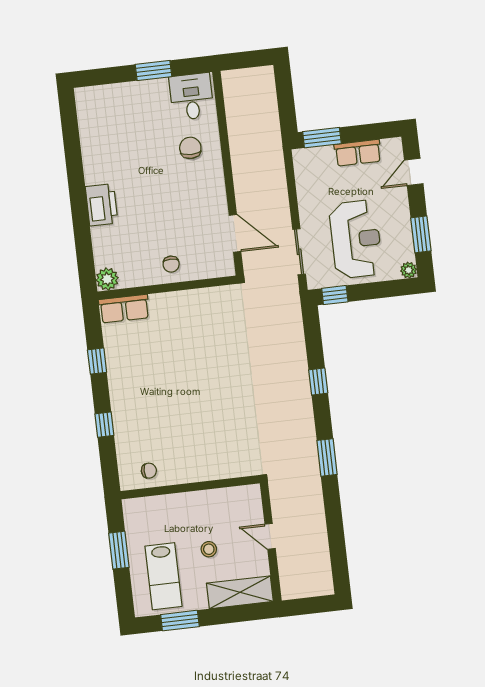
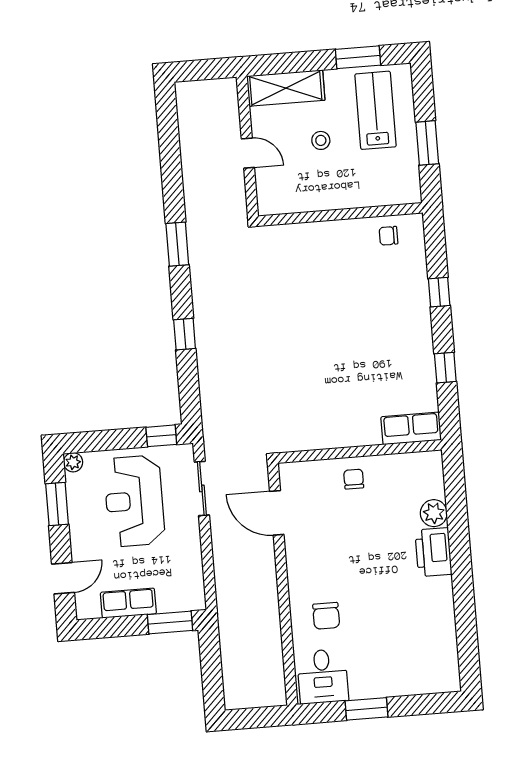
plant: (107, 279) -> (434, 513), moved

